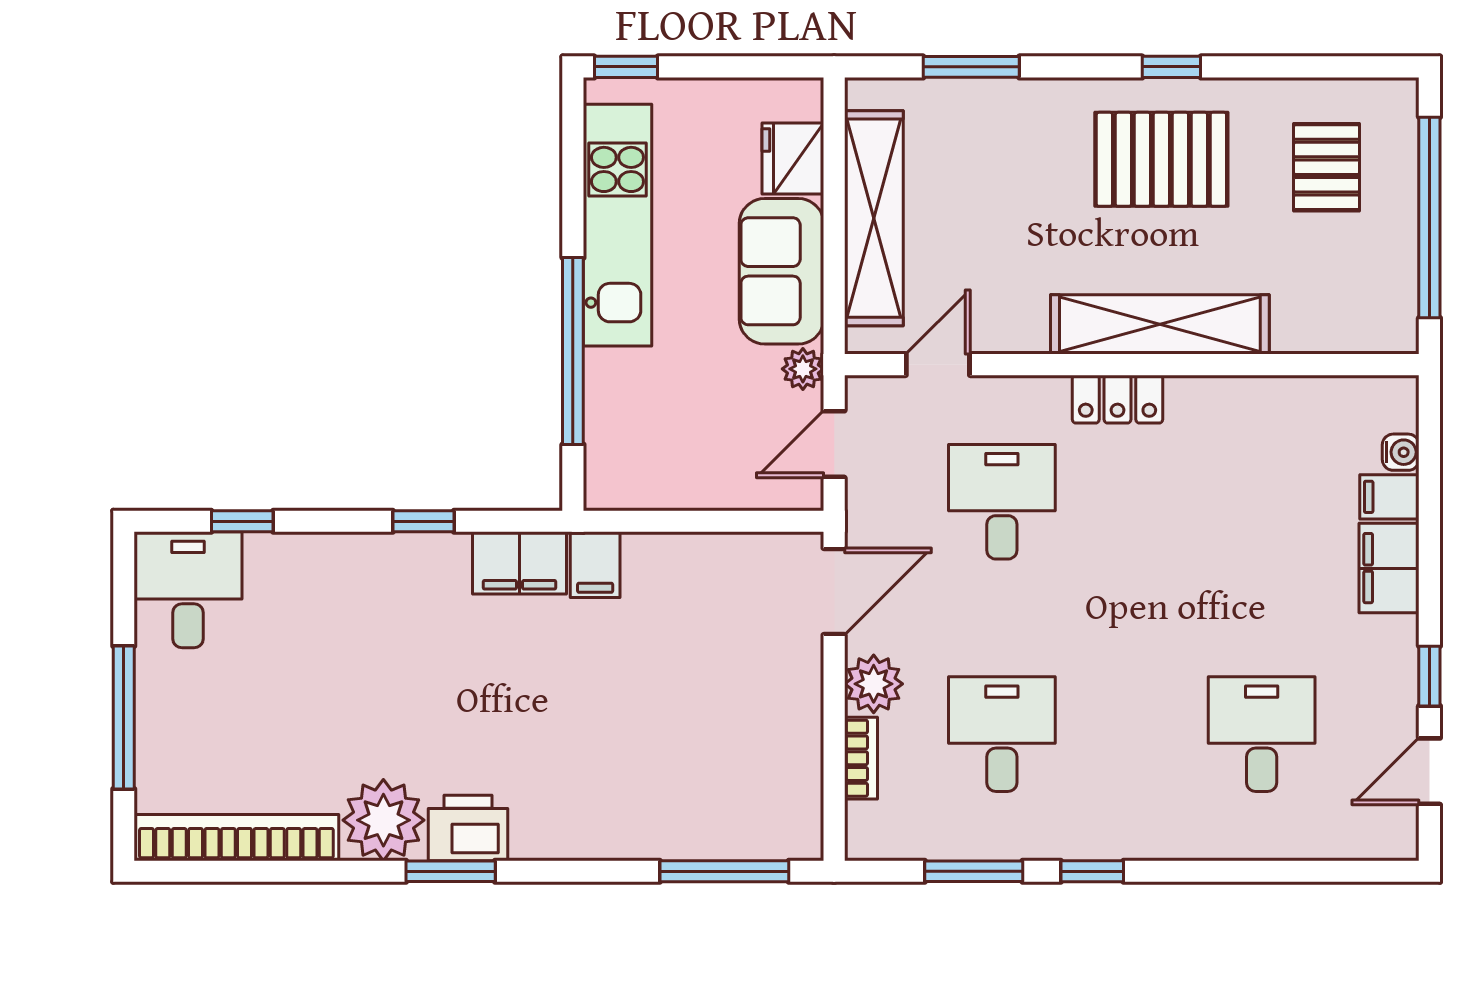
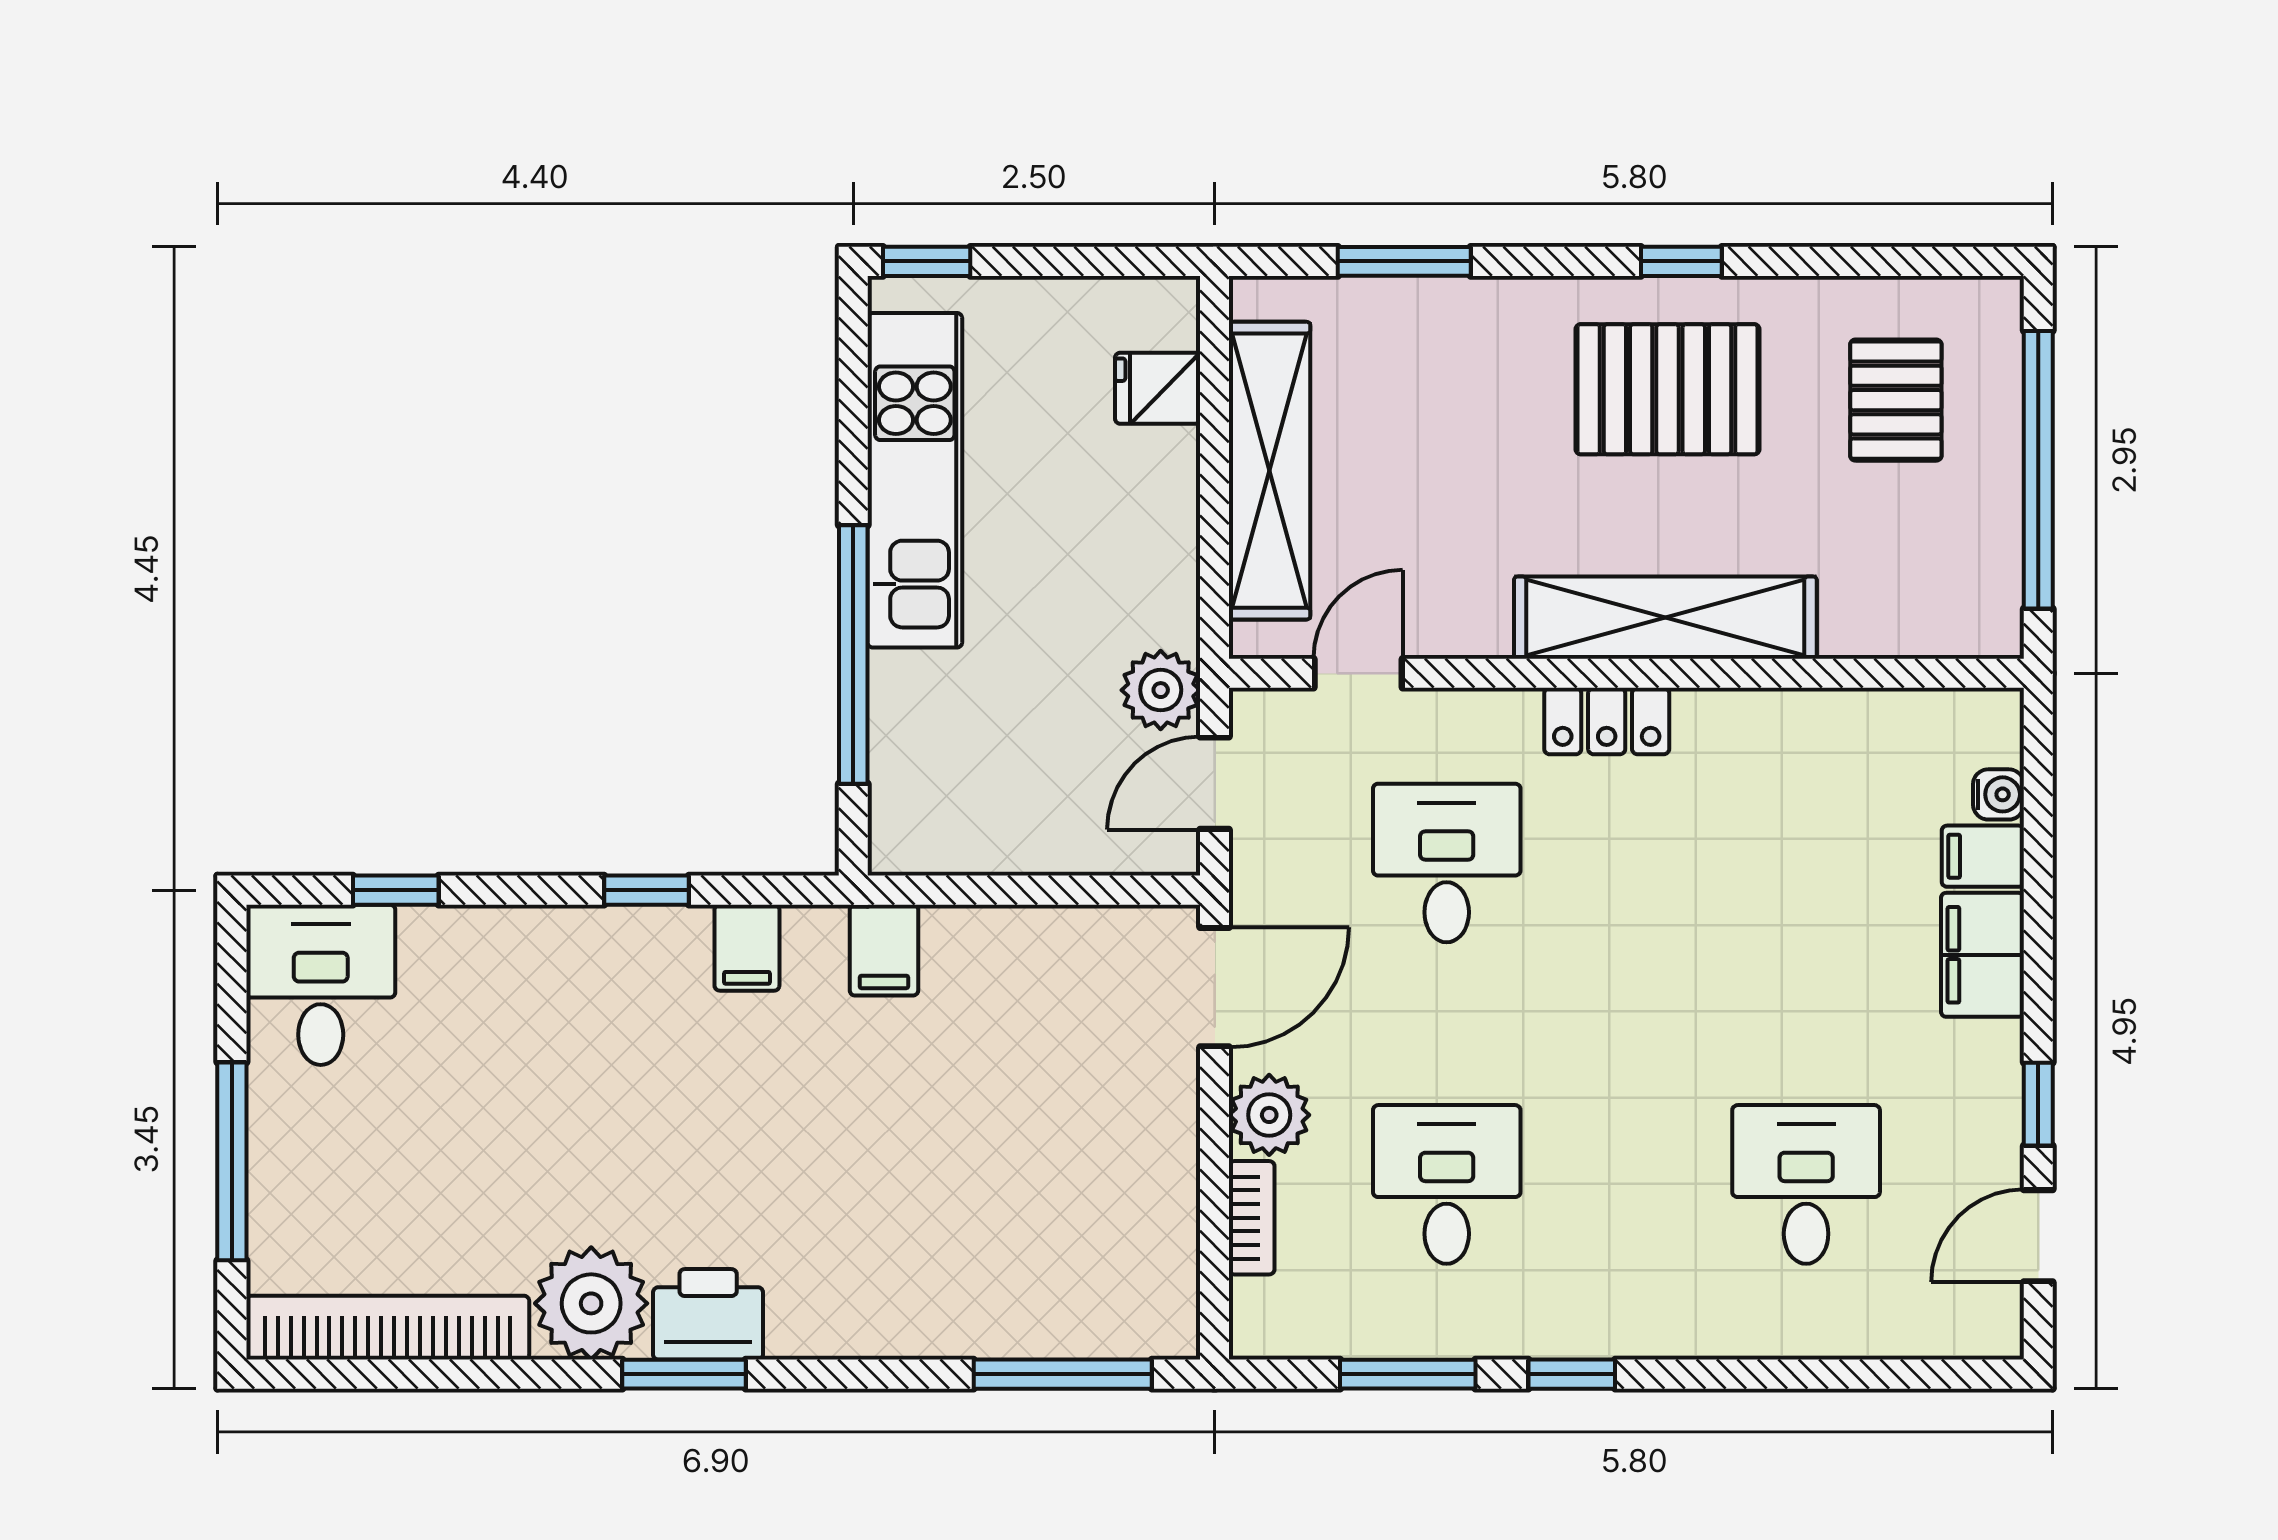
fridge: (793, 159) -> (1158, 388), width x0.72
sofa: (781, 271) -> (1142, 544), removed
plant: (803, 369) -> (1161, 690), width x1.38, depth x1.38
filing cabinet: (520, 563) -> (747, 948), width x0.50

